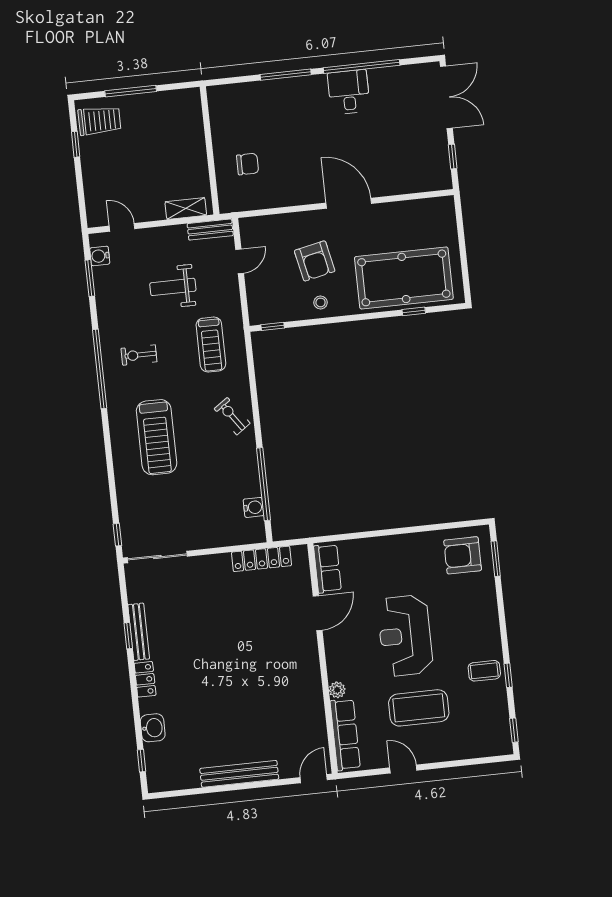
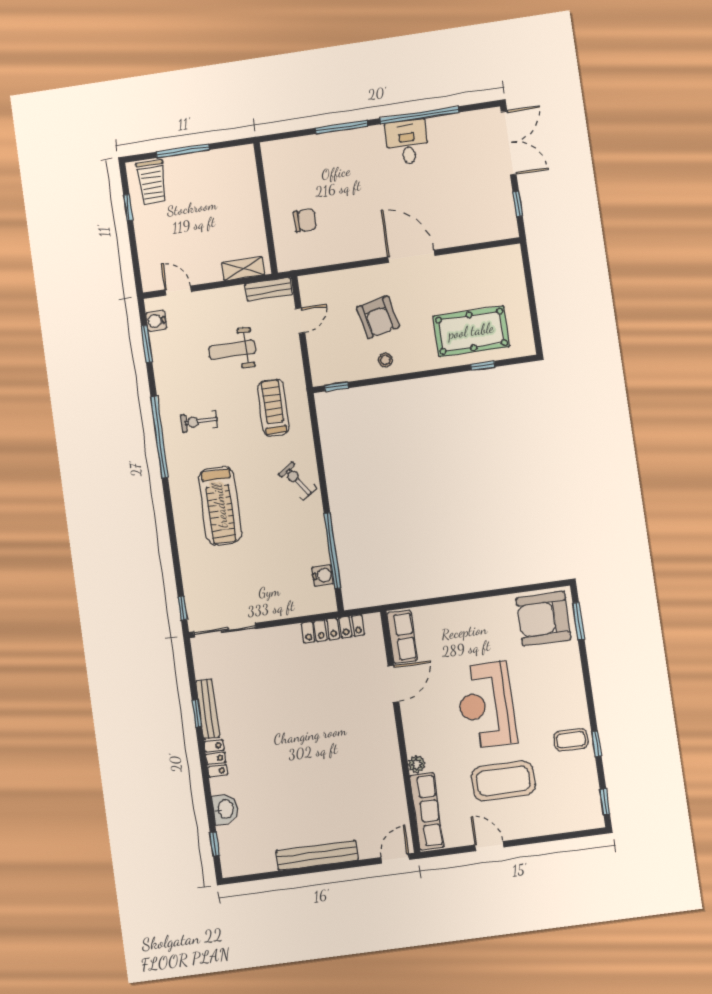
trolley: (99, 121) -> (152, 182), turned 90
pool table: (404, 278) -> (471, 331), width x0.73, depth x0.76
treadmill: (211, 345) -> (273, 408), turned 180
armchair: (463, 555) -> (543, 619), width x1.36, depth x1.36

